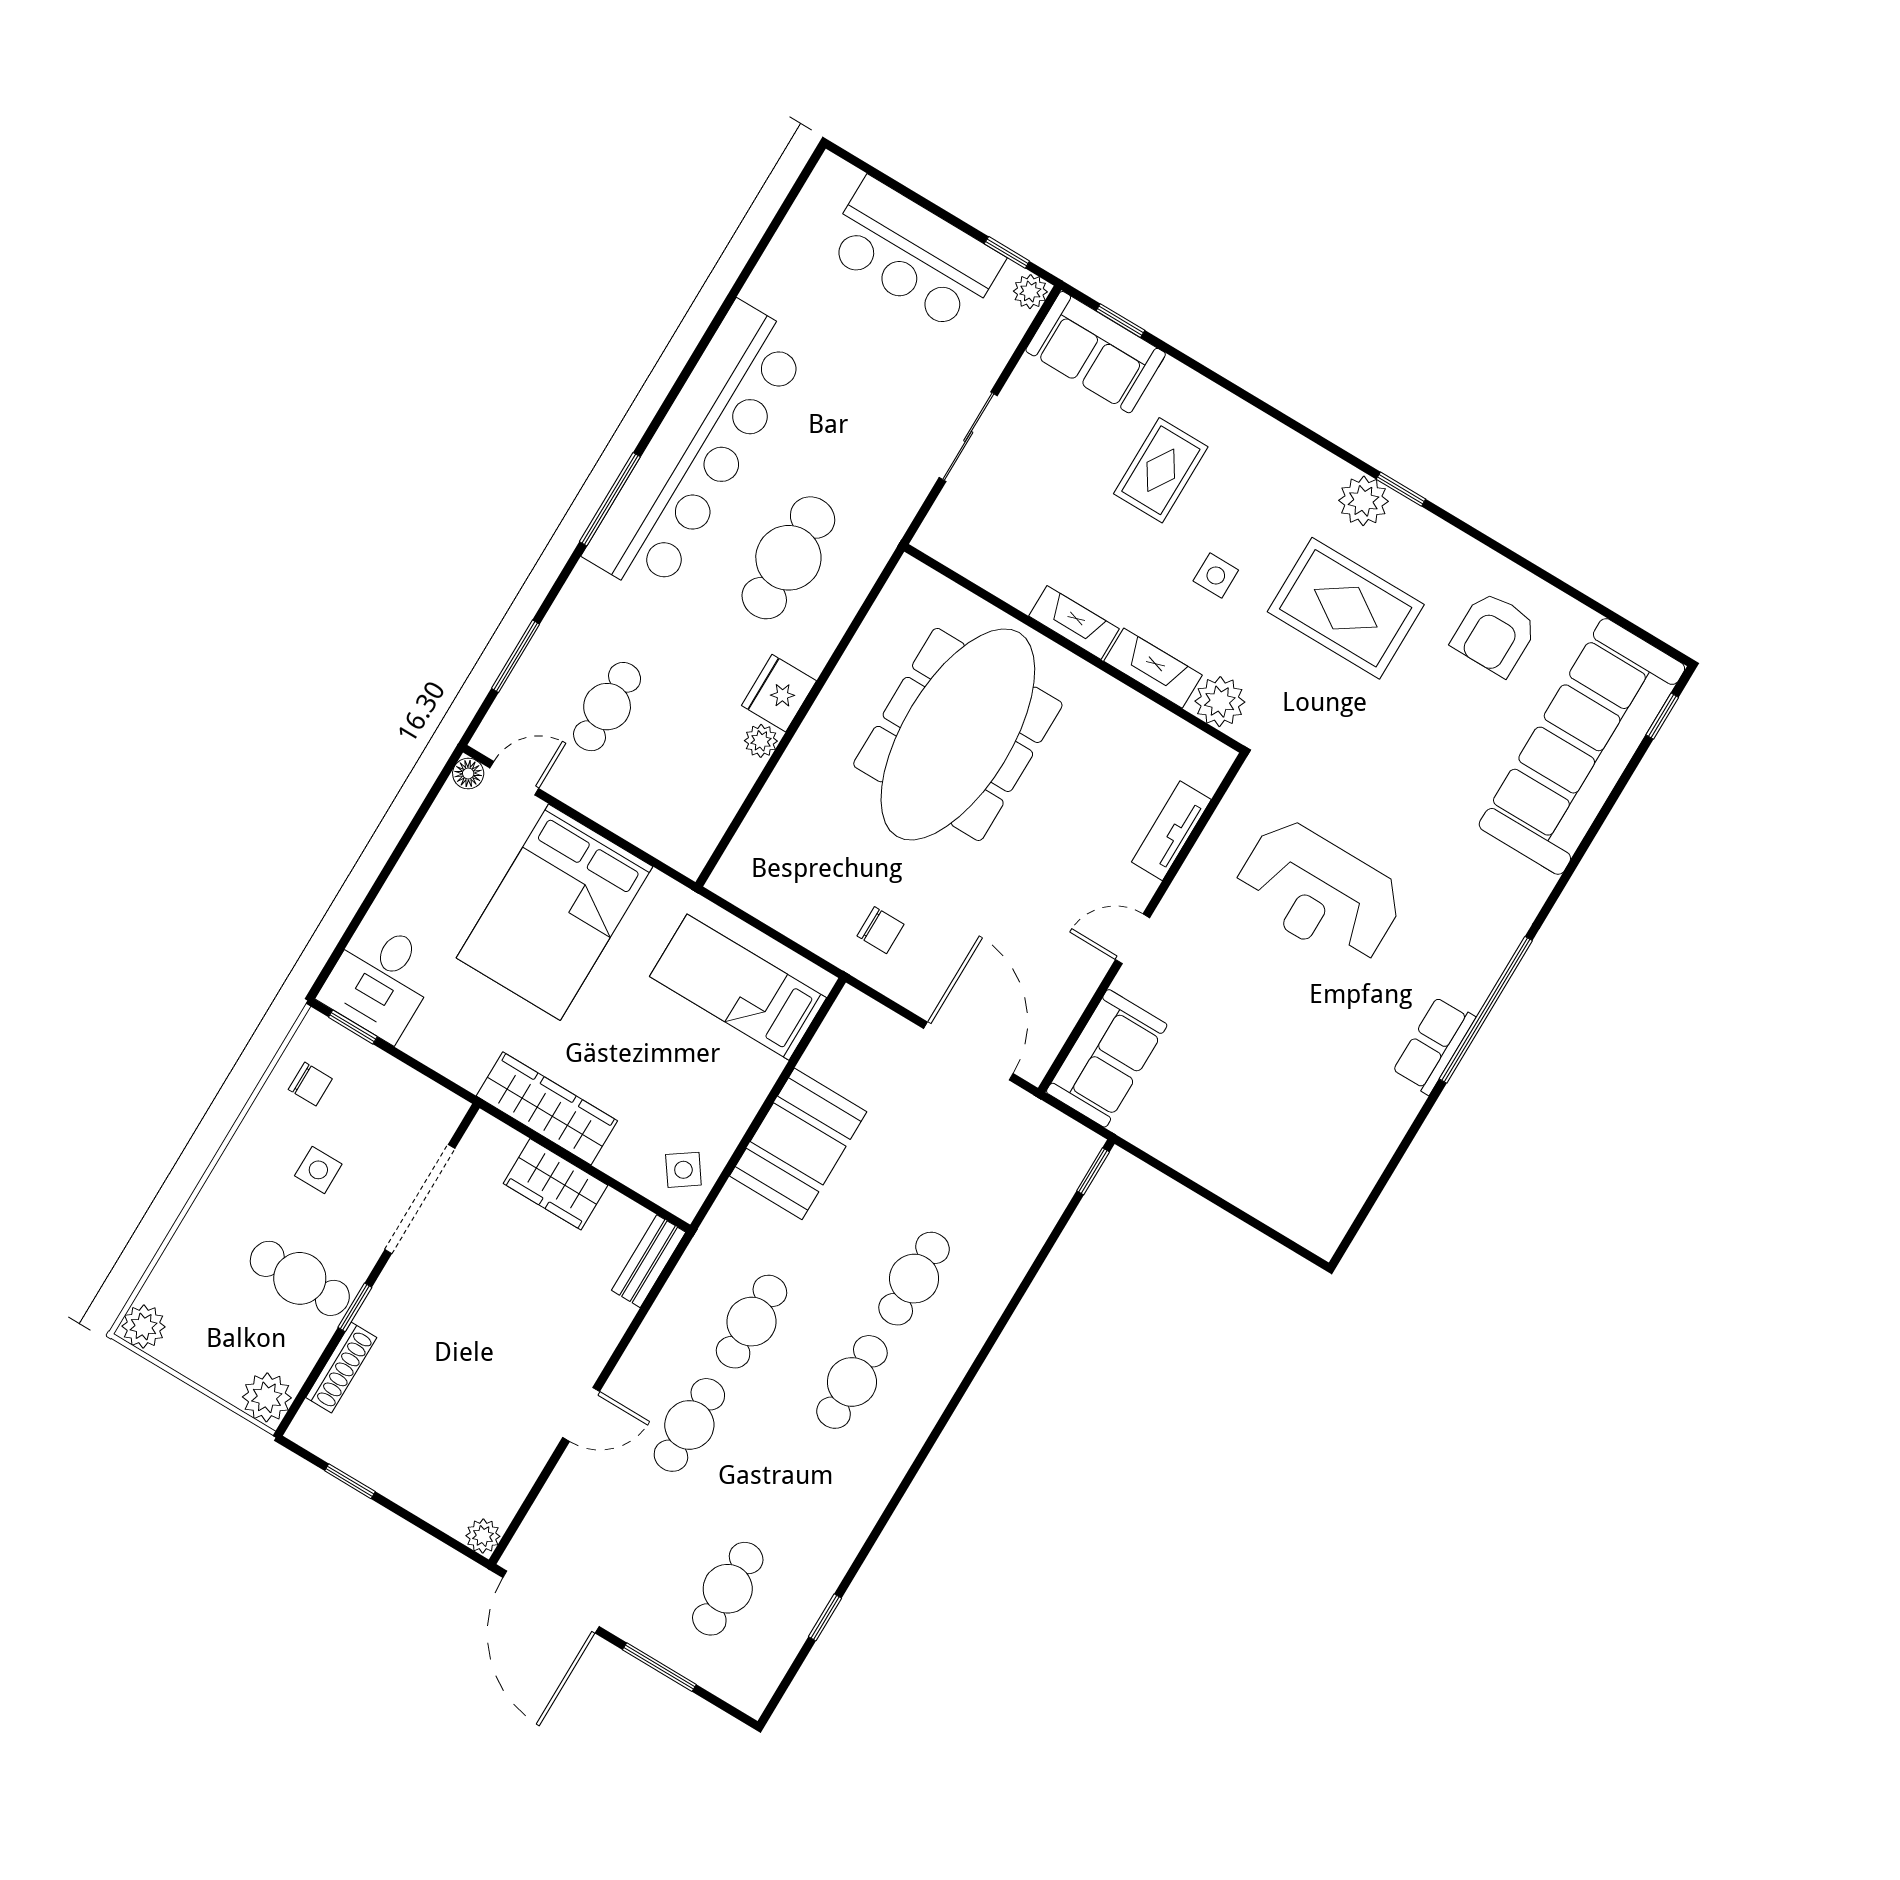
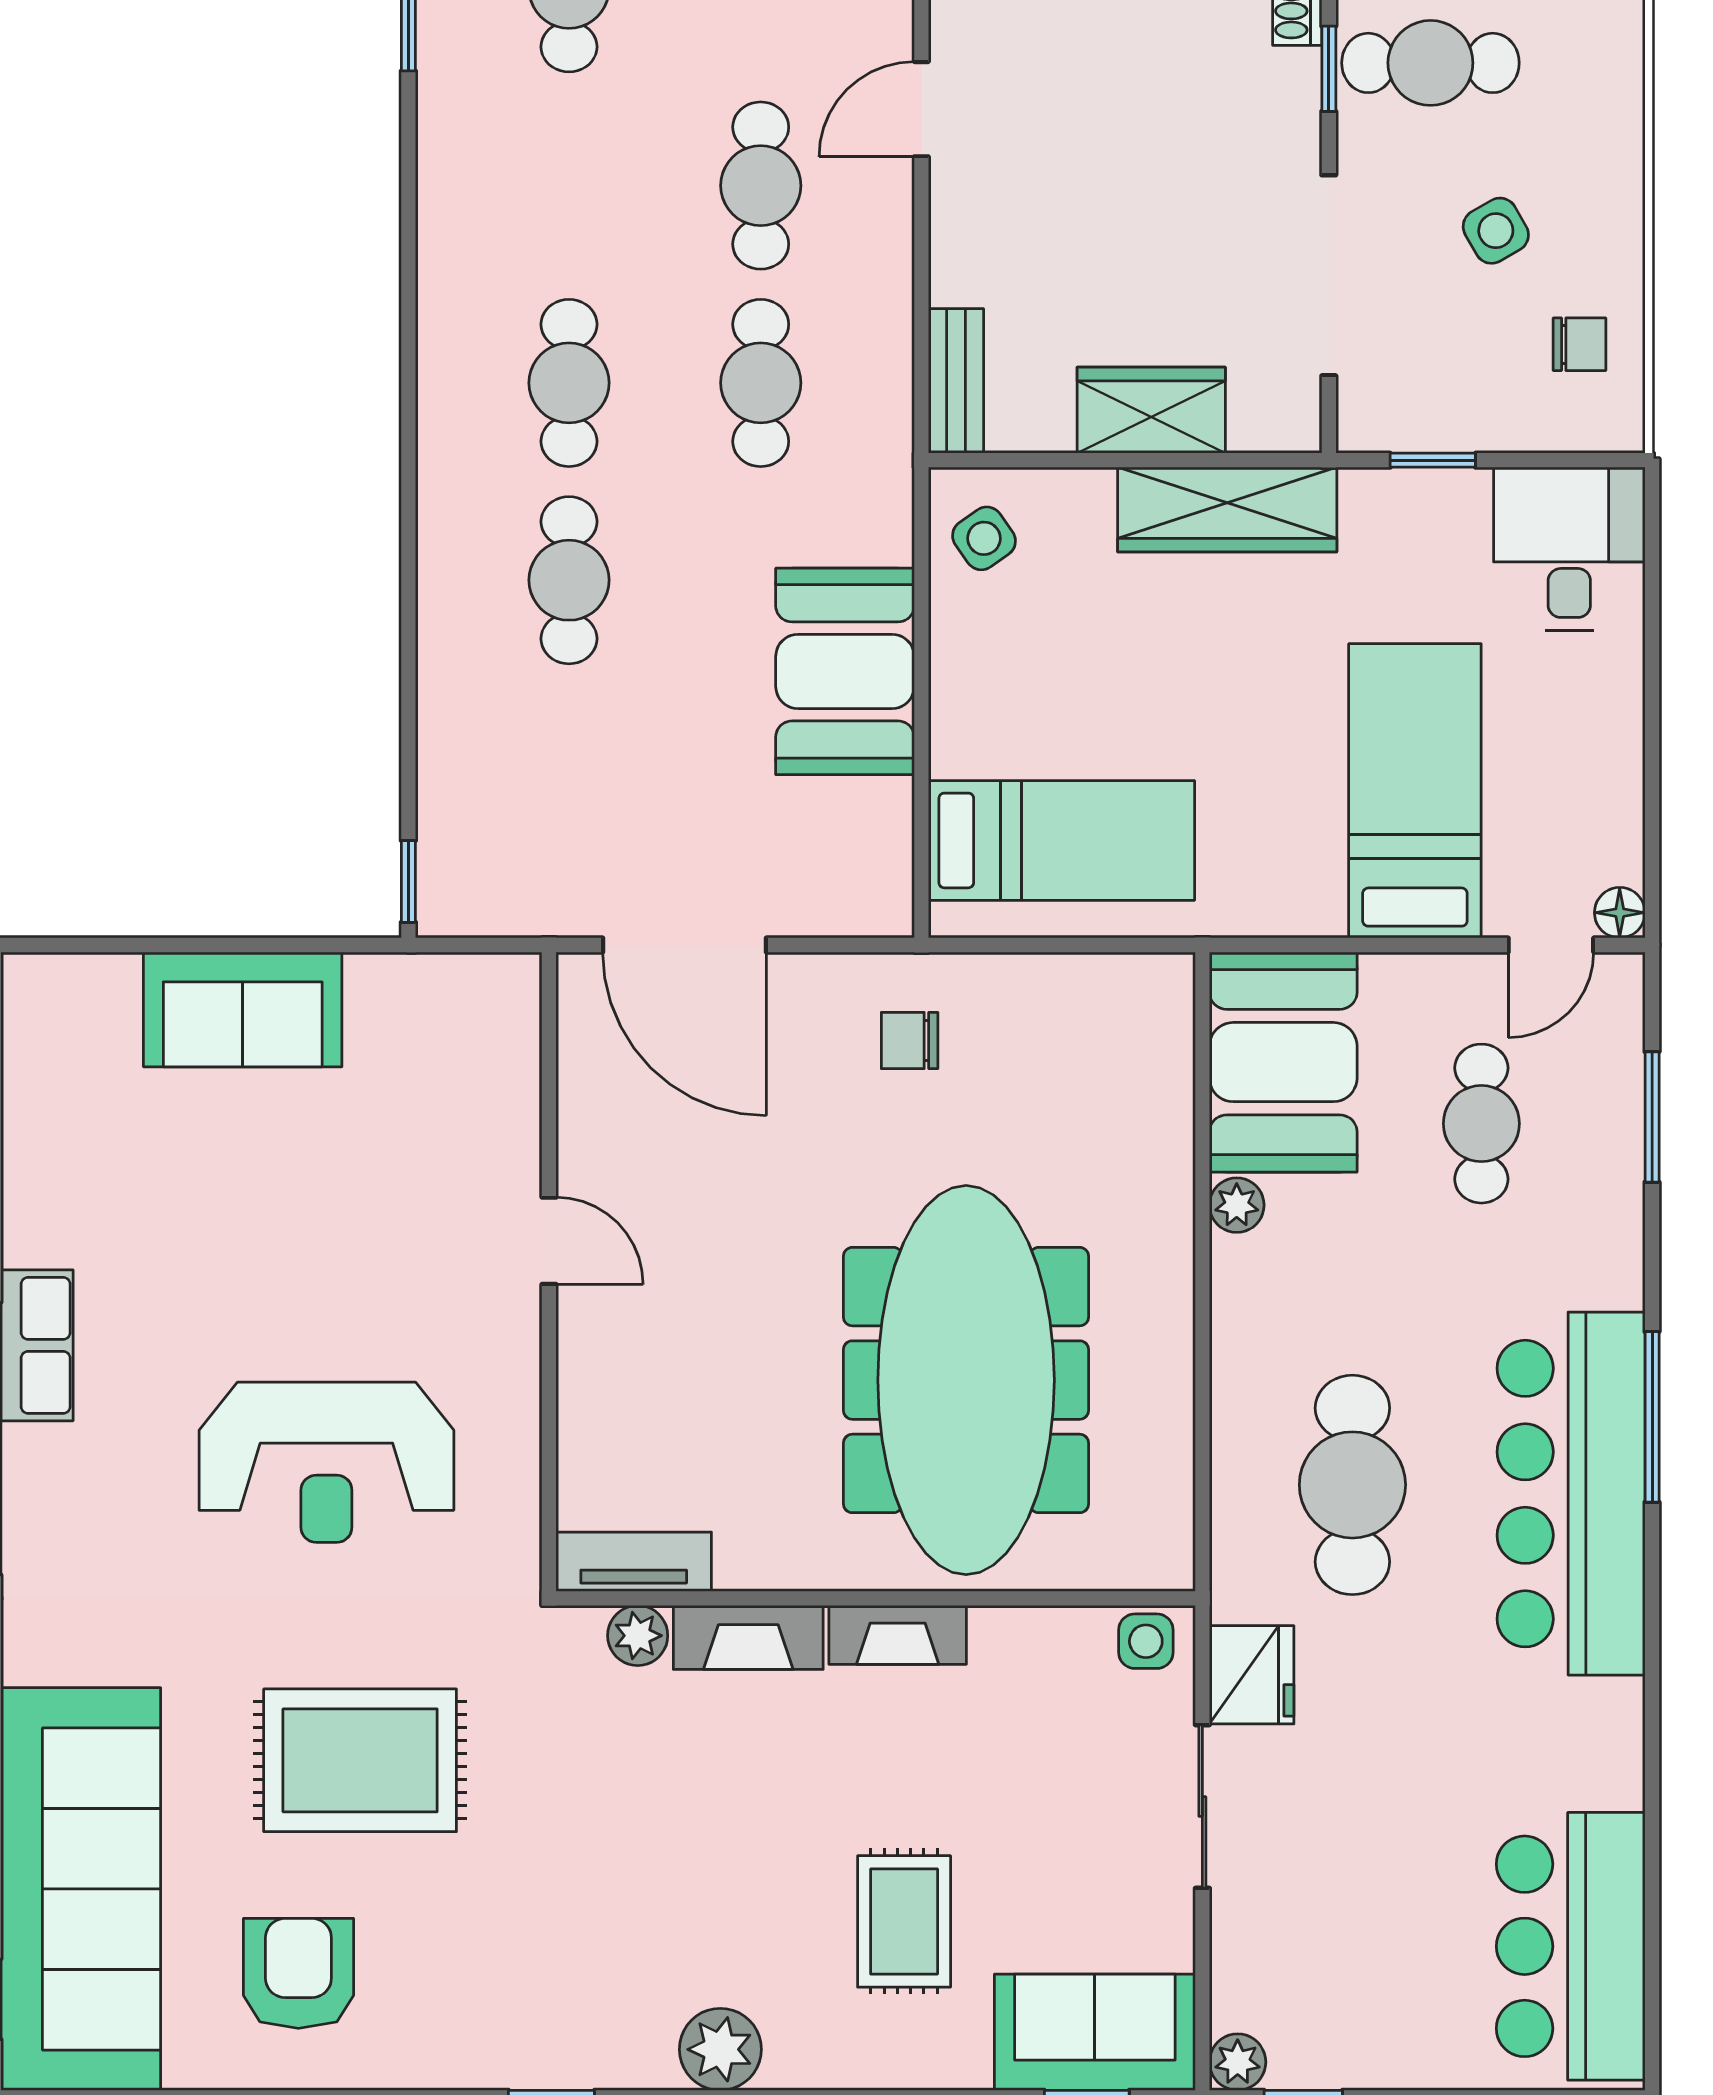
bar counter: (914, 254) -> (1571, 1946), moved, turned -90
bar counter: (697, 450) -> (1571, 1494), width x0.73
plant: (1363, 501) -> (720, 2049), moved
side table: (1216, 575) -> (1146, 1641), moved
rug: (1346, 608) -> (360, 1760), moved
fridge: (779, 693) -> (1252, 1675), moved
plant: (1220, 702) -> (638, 1636), width x0.73, depth x0.73
booth: (692, 801) -> (1283, 1062), added
tv unit: (1171, 831) -> (634, 1562), moved, turned -90
reception desk: (1319, 893) -> (326, 1462), turned 180
bed: (554, 912) -> (1415, 791), width x0.67
door: (1133, 939) -> (549, 1241), hinge flipped
window: (353, 1027) -> (1433, 460), moved
sofa: (1107, 1058) -> (243, 1009), moved, turned -90
chair: (310, 1084) -> (1579, 344), turned 180
side table: (318, 1170) -> (1496, 231), turned -30

